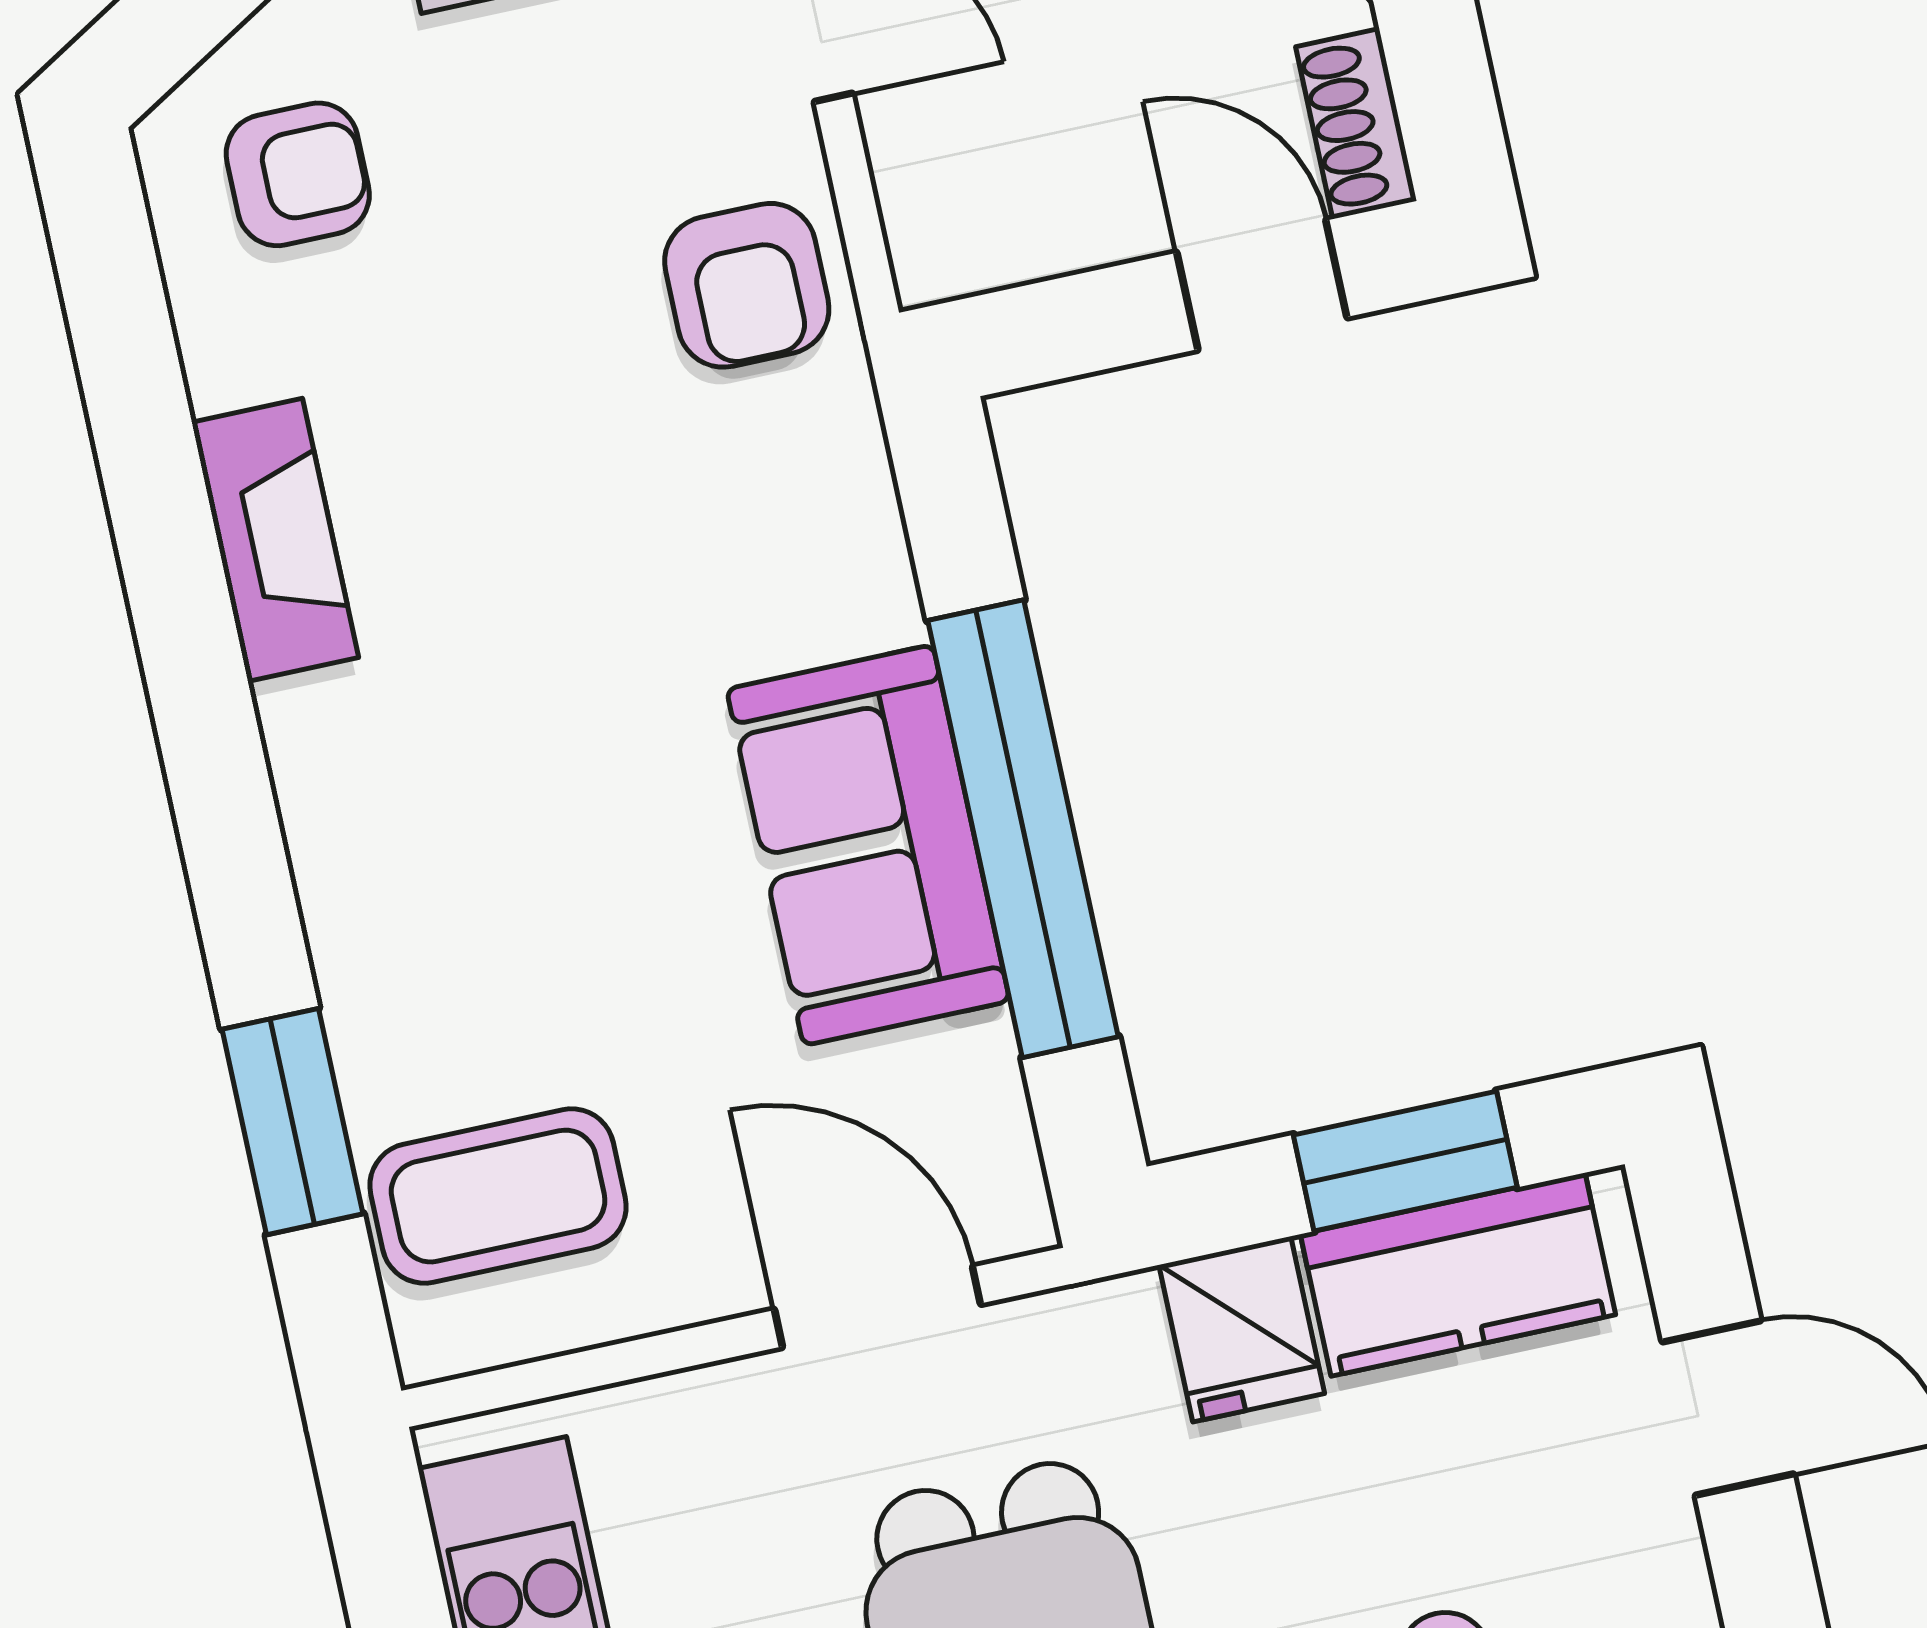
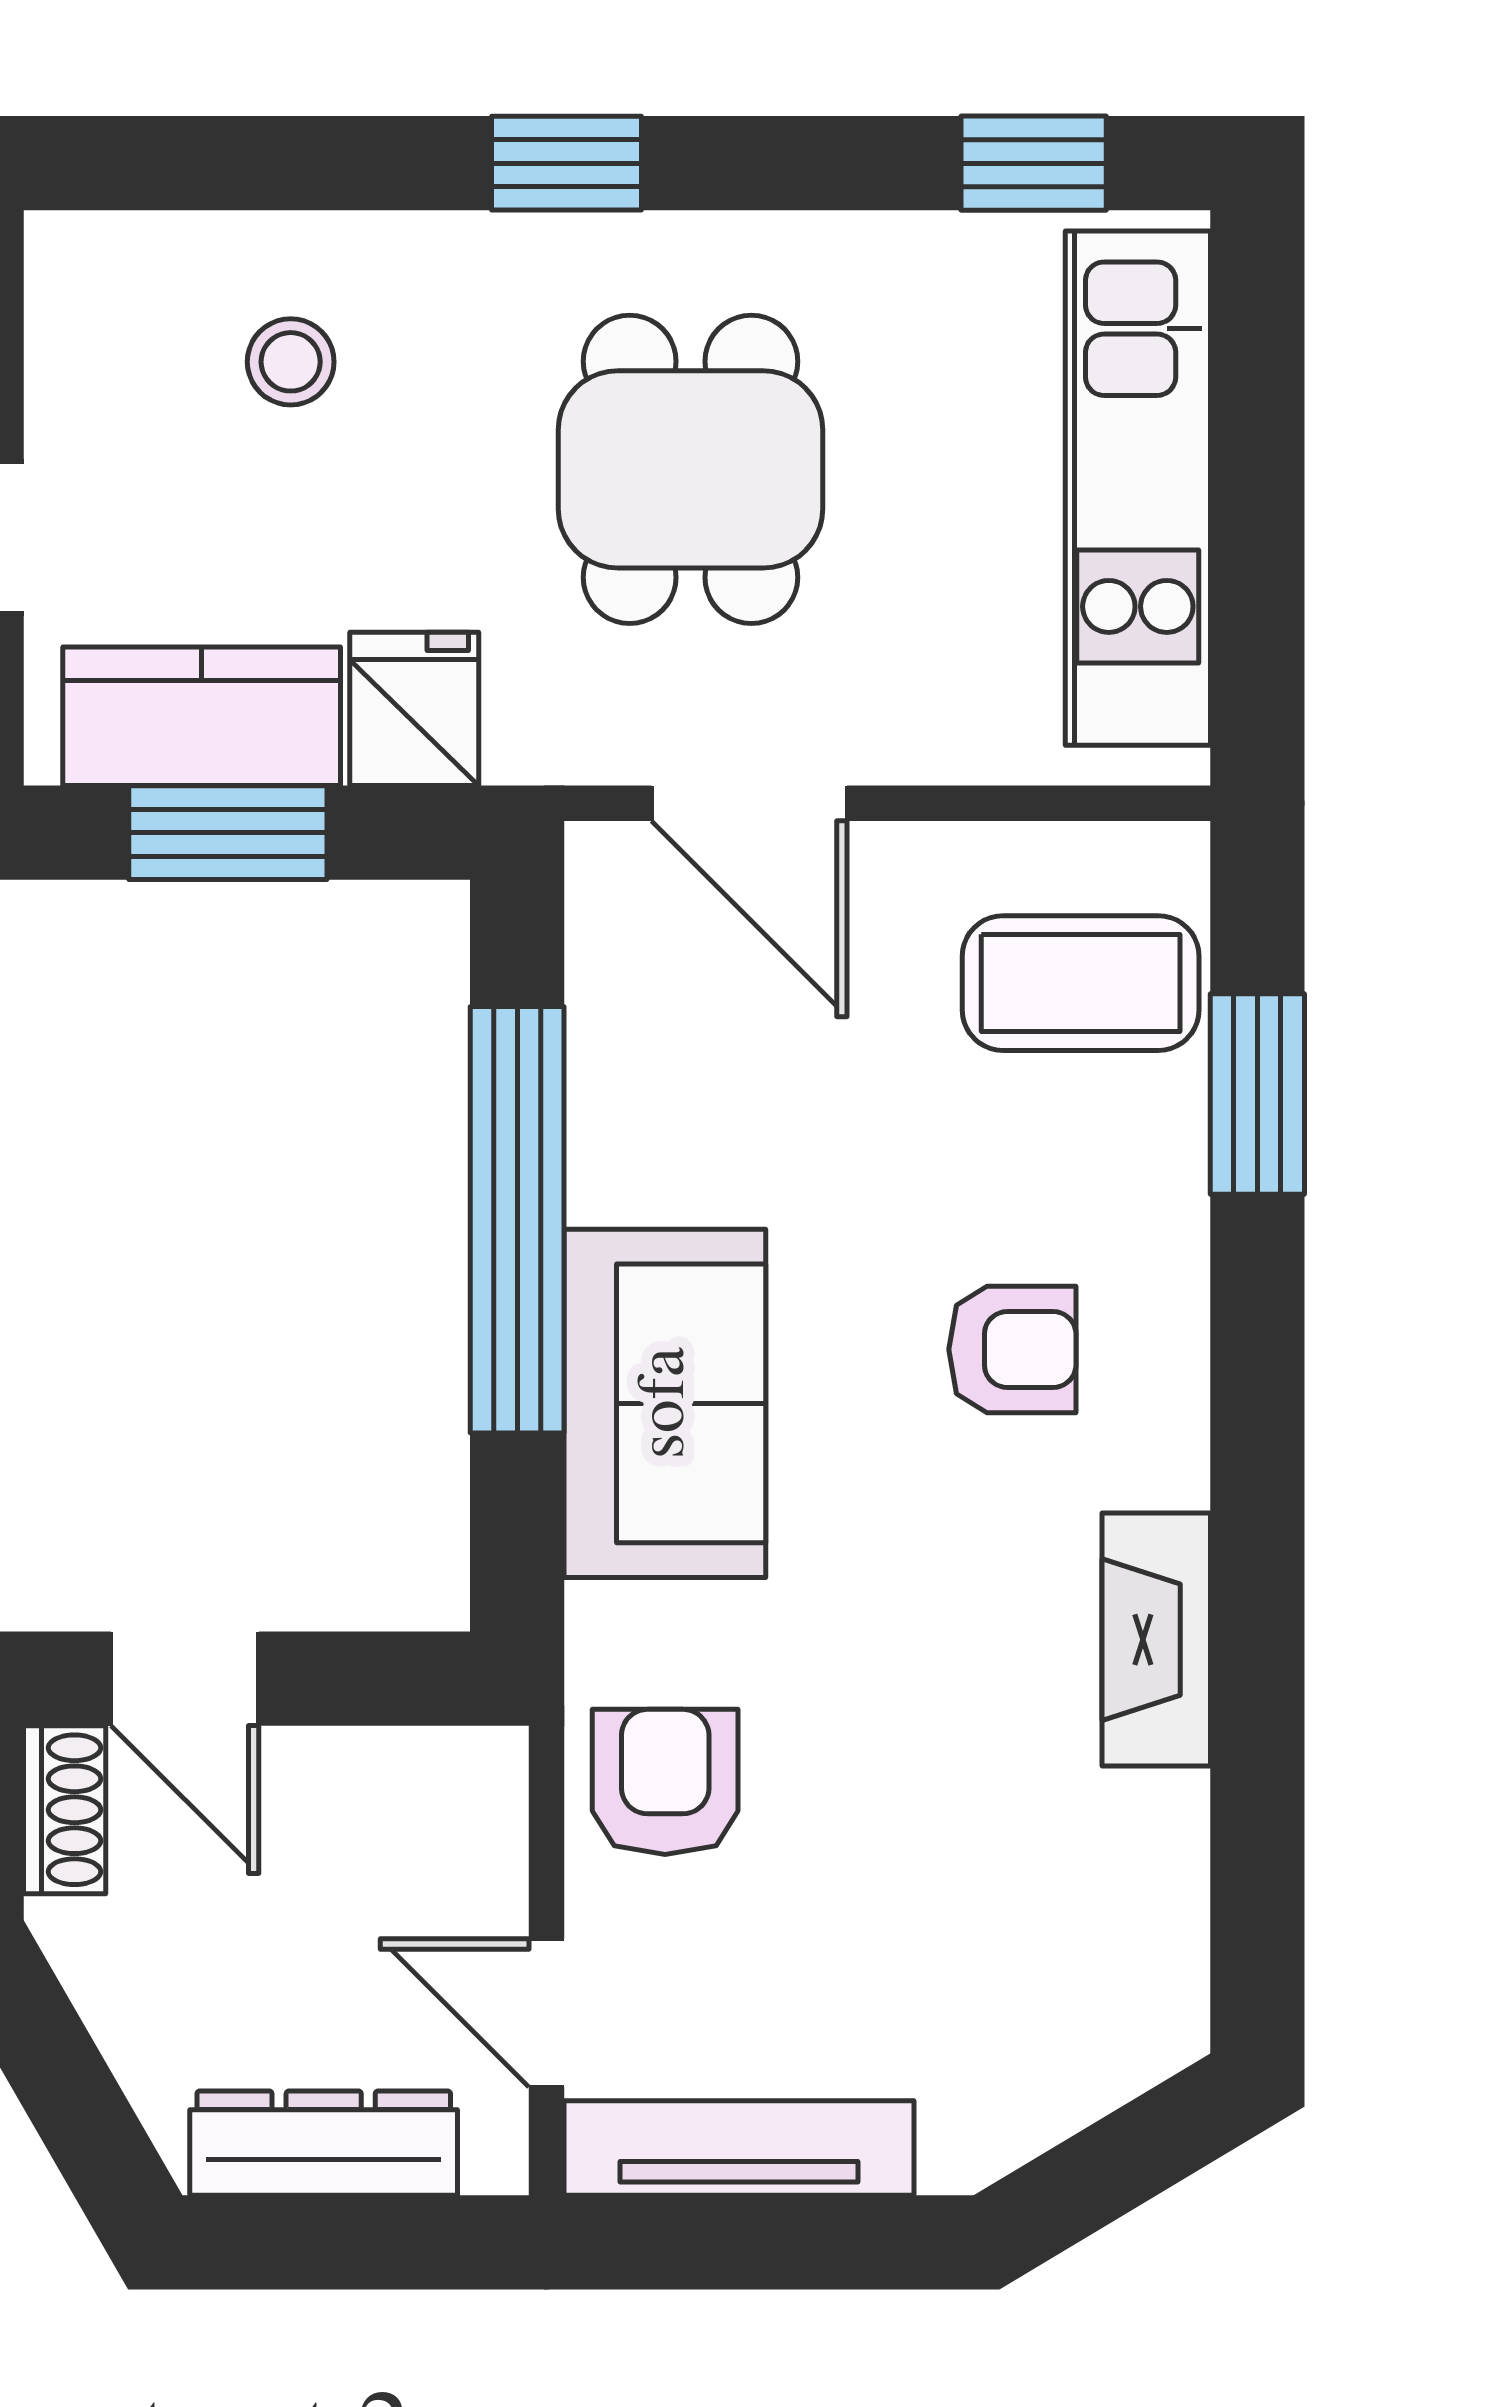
armchair: (298, 174) -> (1012, 1349), moved, turned 180
sofa: (868, 845) -> (665, 1403), moved

